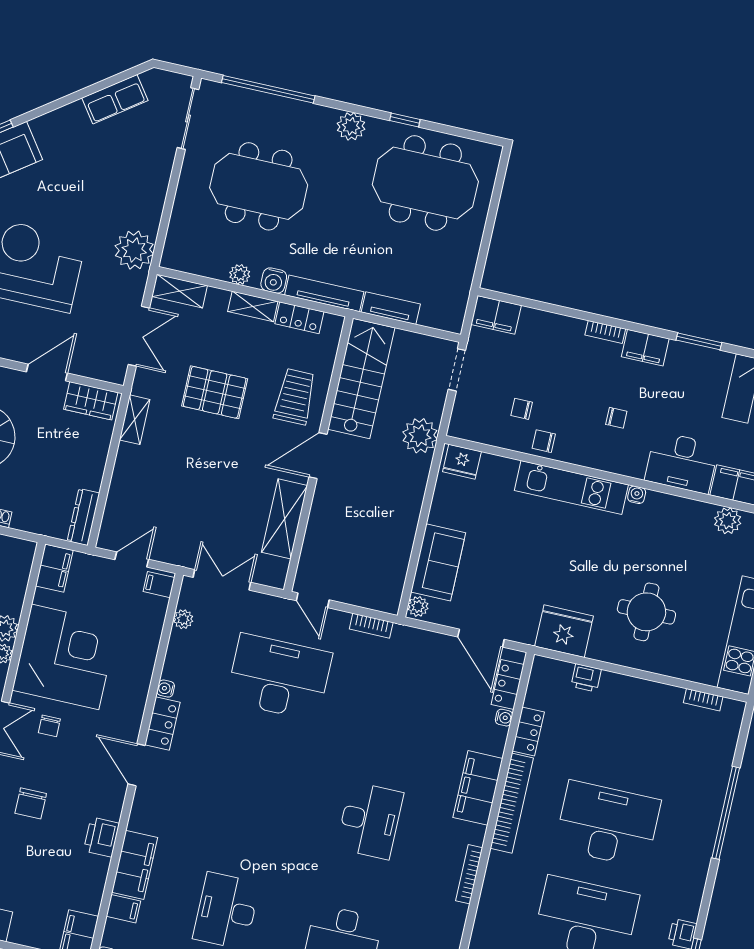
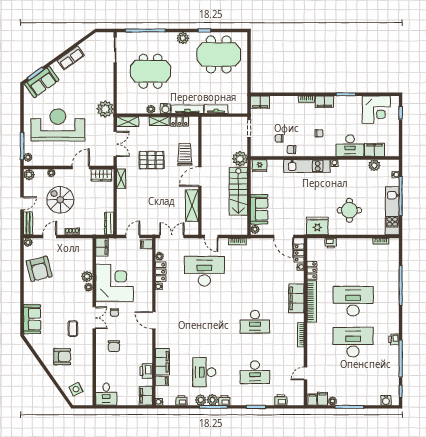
row of seats: (115, 99) -> (71, 58), moved
stairs: (361, 378) -> (238, 191), moved, turned 180
locker: (162, 724) -> (161, 272), moved
desk: (370, 820) -> (255, 322), turned 90
printer: (101, 837) -> (146, 371), moved

